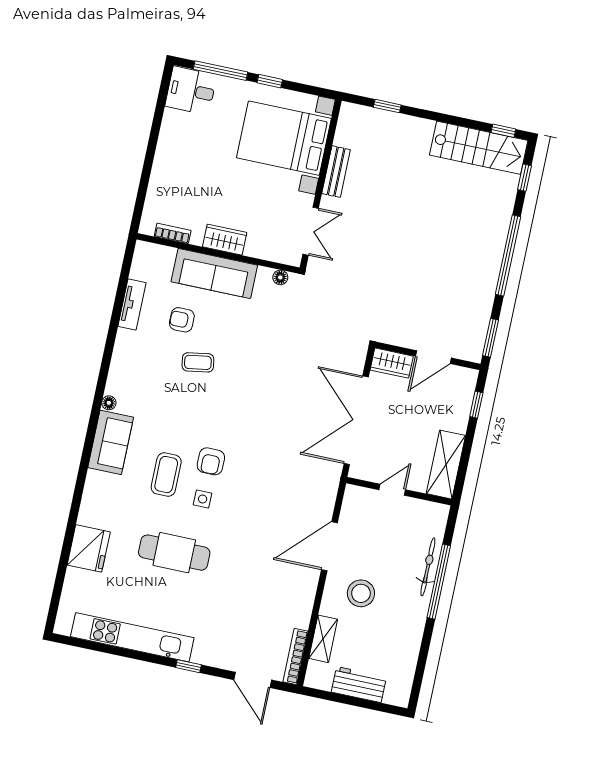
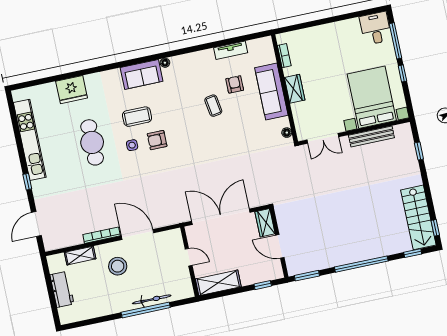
bench: (336, 172) -> (371, 137), width x1.36
bookcase: (296, 657) -> (102, 235), moved

